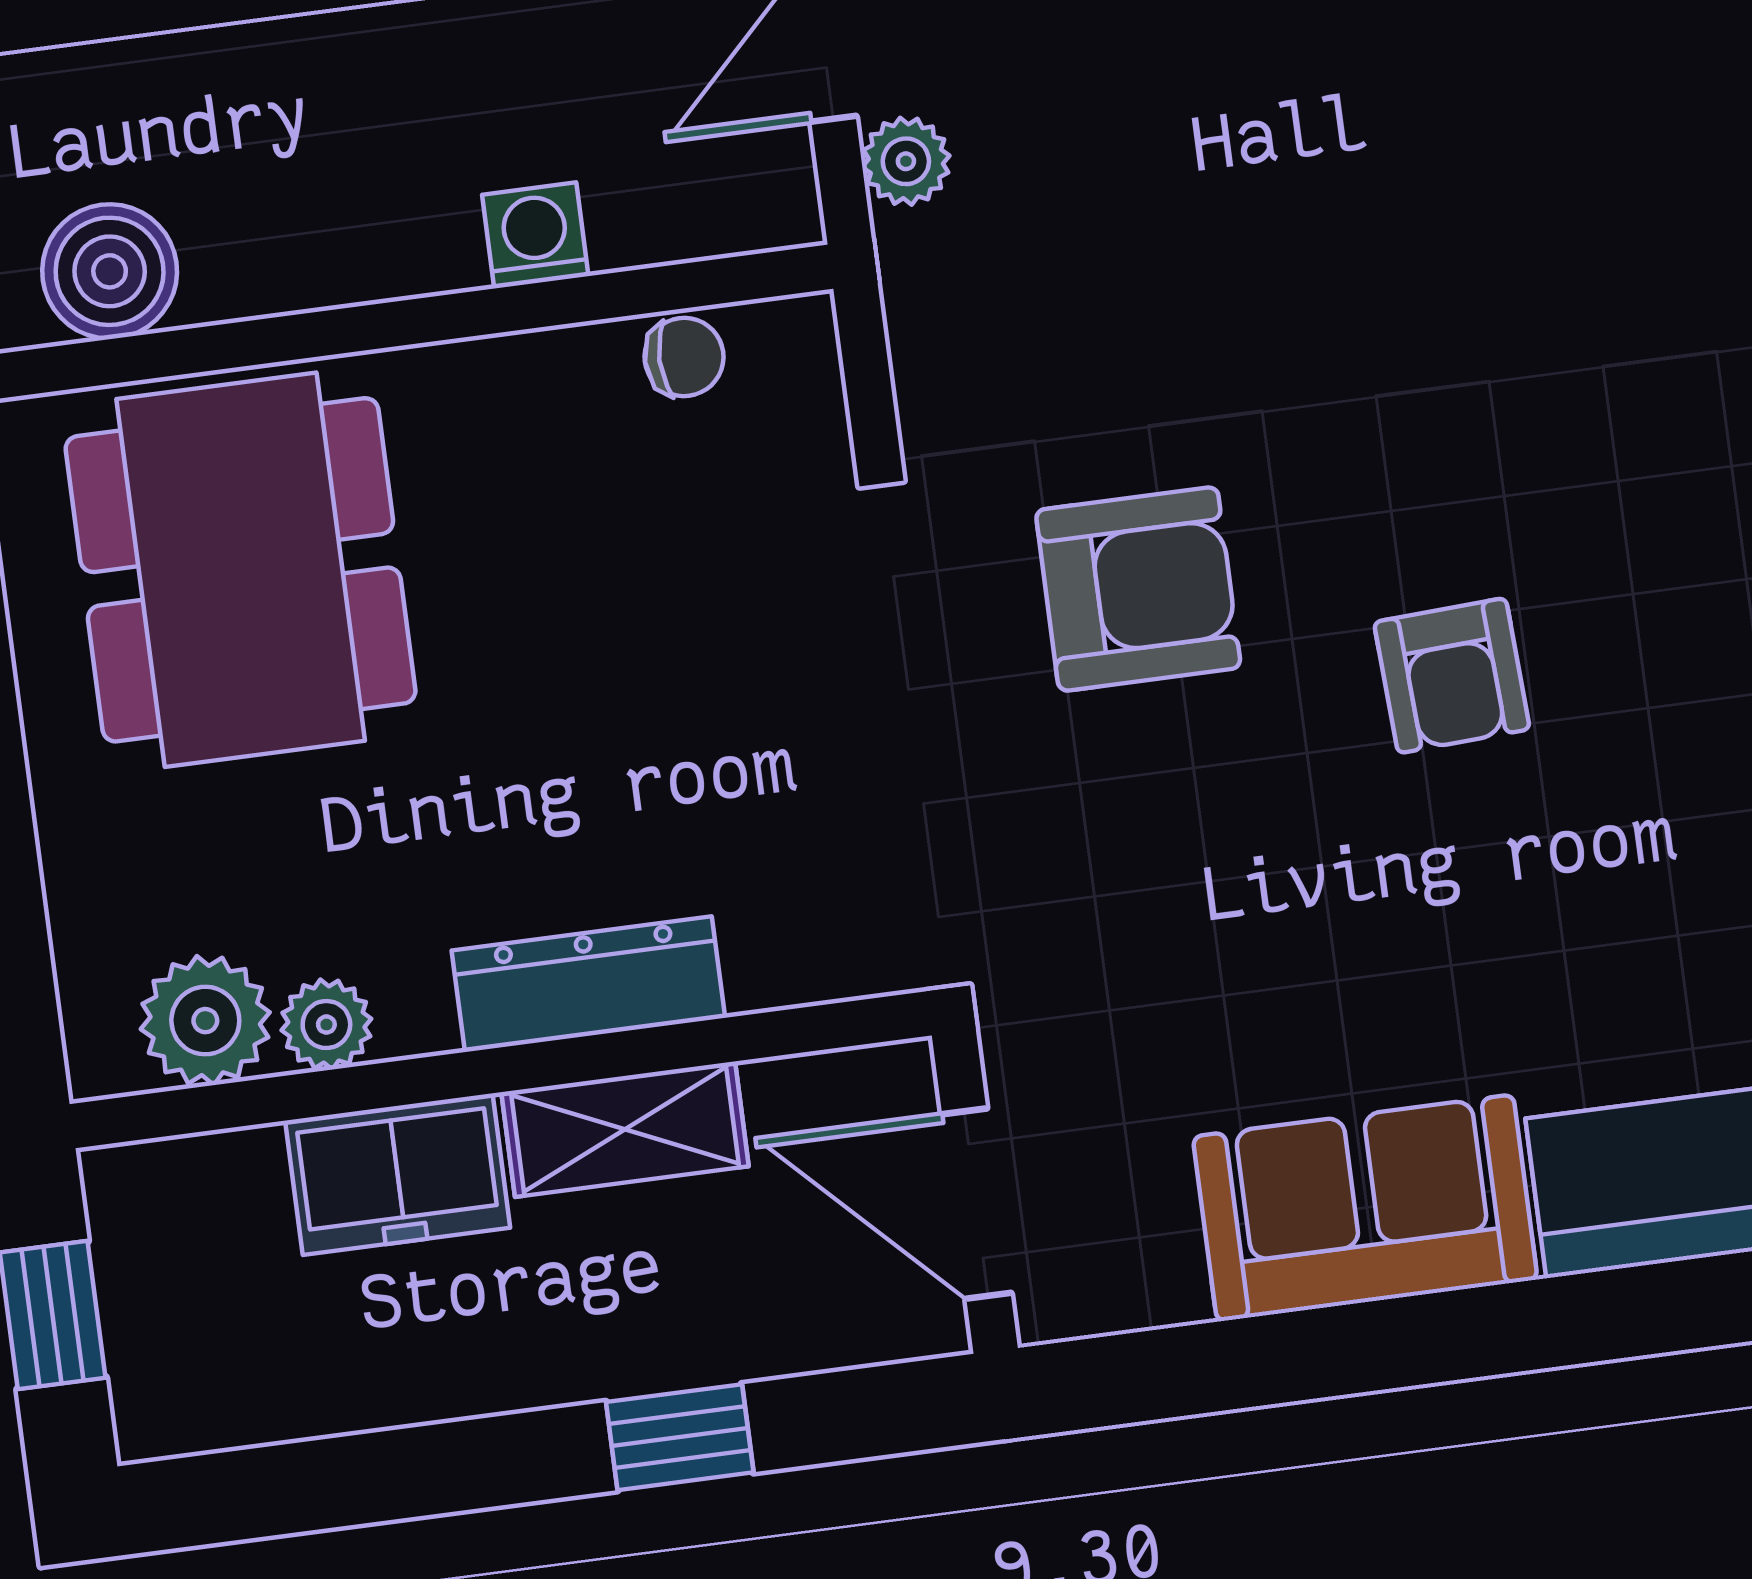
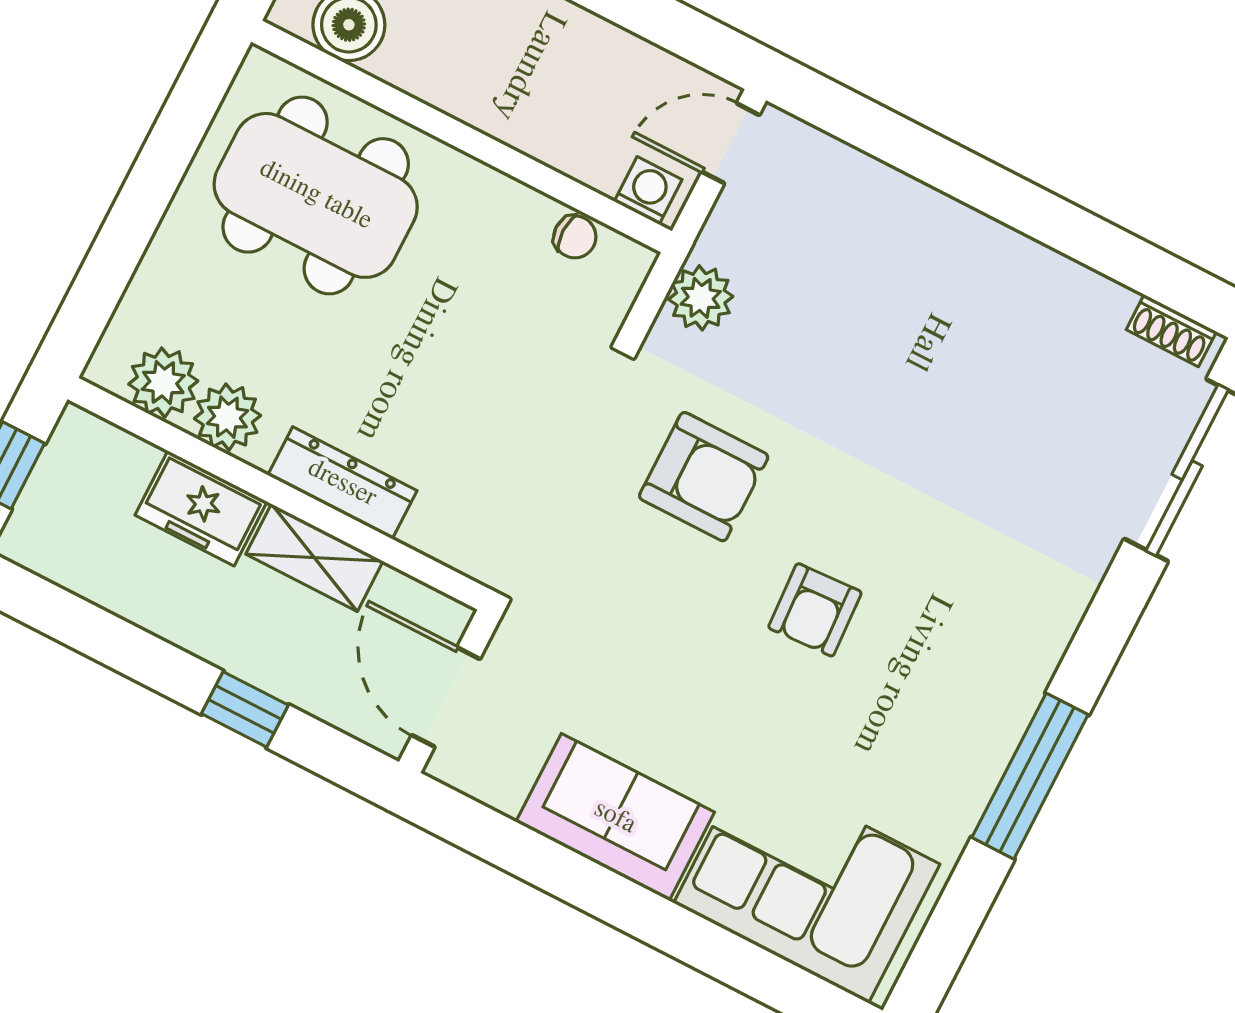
plant: (906, 161) -> (701, 298), moved, width x1.38, depth x1.38
washing machine: (535, 235) -> (648, 190), moved
dining table: (241, 570) -> (316, 195), turned 90
plant: (326, 1025) -> (227, 417), width x1.38, depth x1.38

